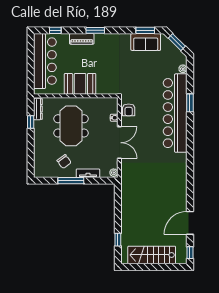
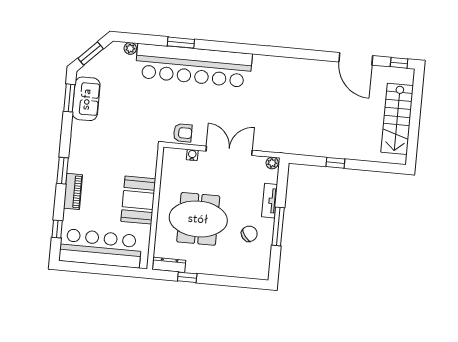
window: (118, 240) -> (335, 163), moved

